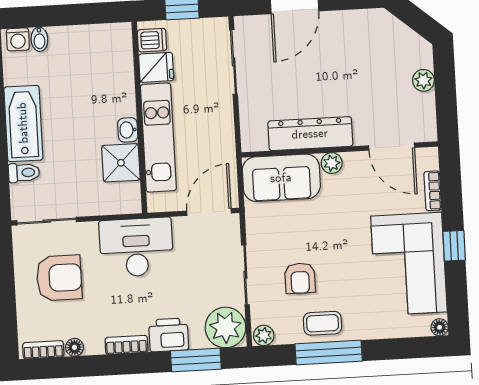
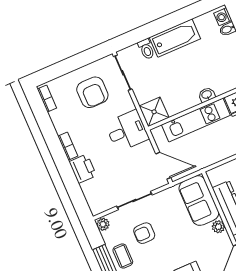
washbasin: (128, 130) -> (207, 95), moved
shower: (121, 163) -> (154, 112), moved
desk: (136, 247) -> (127, 131), width x0.73
plant: (225, 327) -> (99, 200), removed
floor lamp: (74, 347) -> (55, 116), removed
window: (196, 360) -> (74, 190), removed

